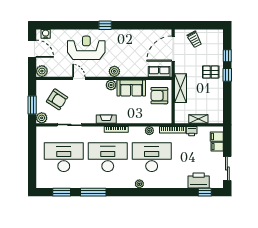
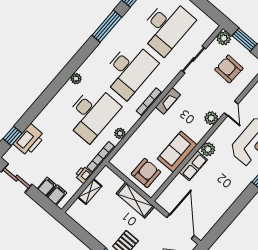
row of seats: (159, 72) -> (193, 166), moved
door: (79, 78) -> (231, 108), hinge flipped
plant: (111, 85) -> (211, 118), moved
armchair: (57, 99) -> (229, 69), turned 59

